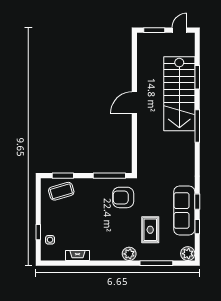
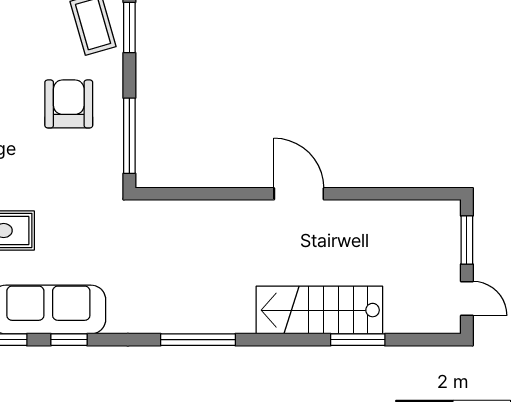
stairs: (179, 94) -> (319, 310), width x0.73, depth x0.66
window: (197, 126) -> (198, 340), moved
armchair: (123, 197) -> (69, 104), moved

